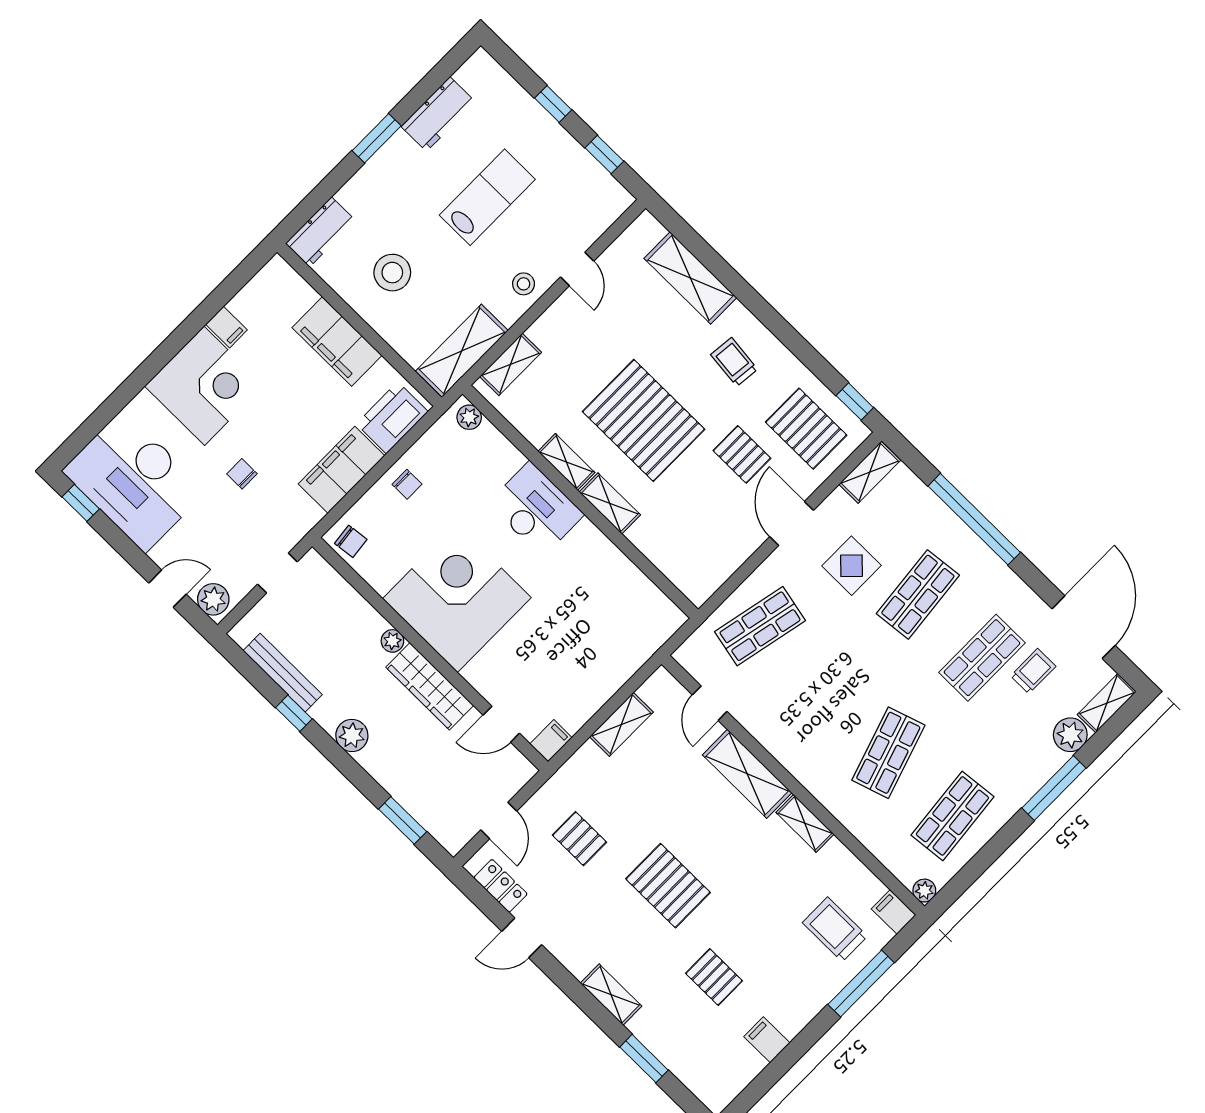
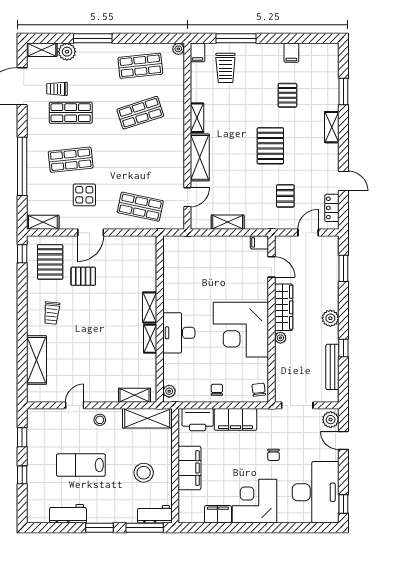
window: (316, 200) -> (145, 528), added
filing cabinet: (226, 327) -> (218, 514), width x2.00
pallet: (644, 420) -> (107, 325), removed
pallet: (742, 454) -> (83, 276), turned 90
doorway: (277, 573) -> (297, 405), width x1.38

